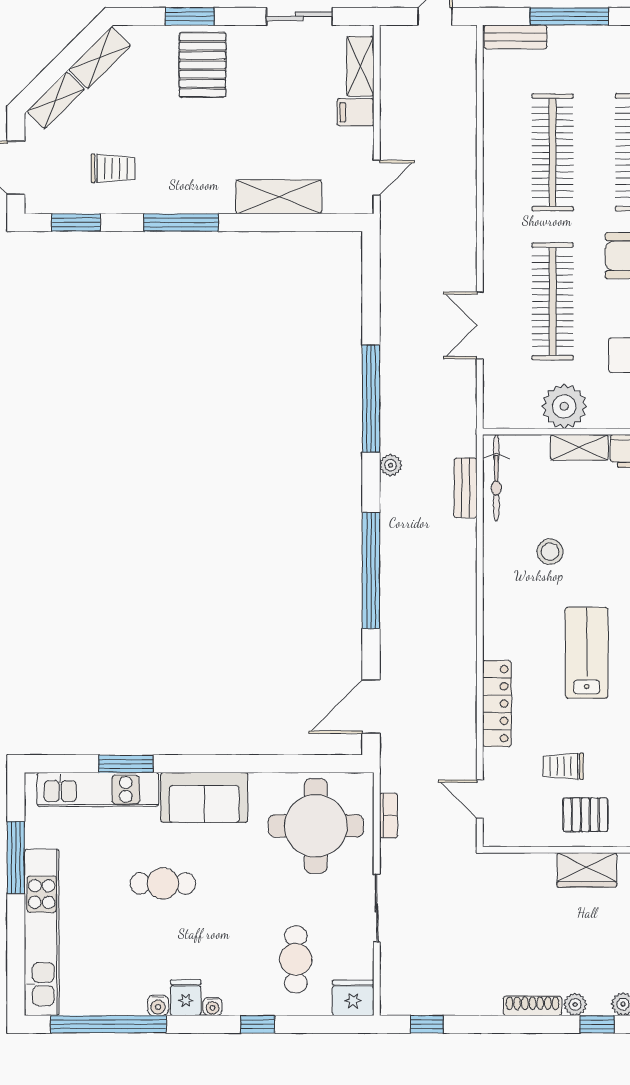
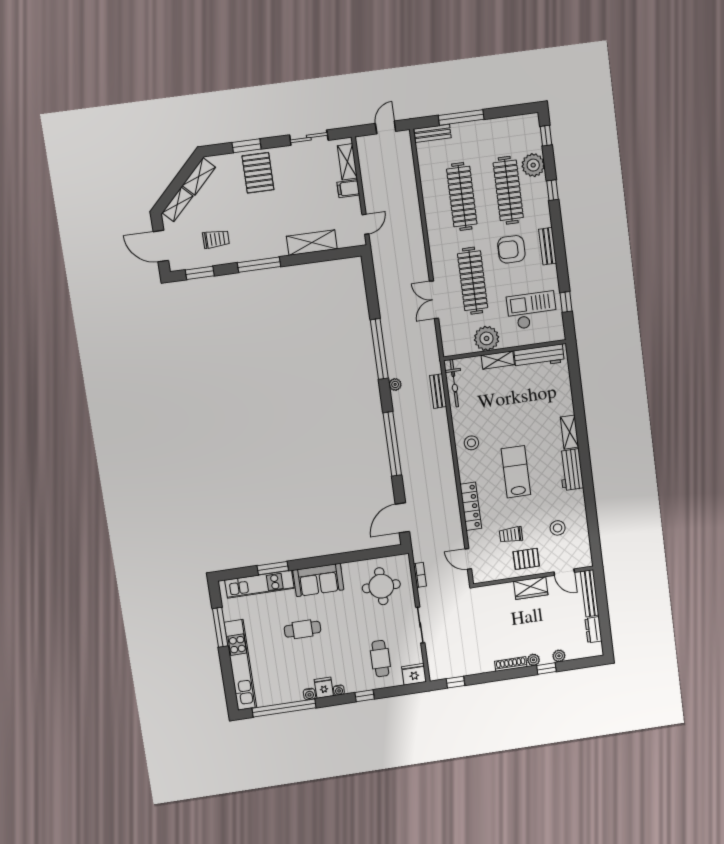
stool: (550, 552) -> (471, 443), moved
round table: (316, 826) -> (381, 586), width x0.73, depth x0.73

